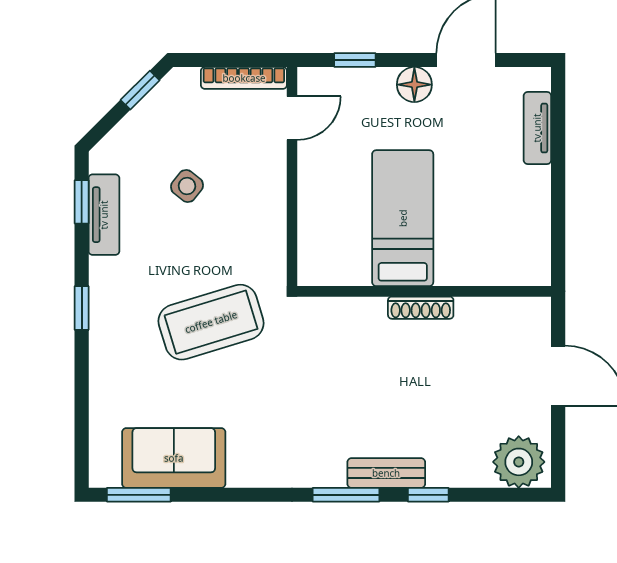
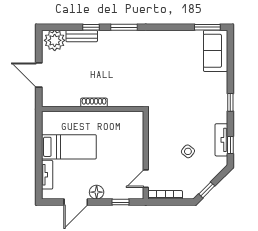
bed: (403, 218) -> (69, 147), moved, turned -90
coffee table: (211, 322) -> (178, 97), removed
sofa: (174, 458) -> (216, 51), moved, turned 90
bench: (386, 473) -> (82, 36), moved

